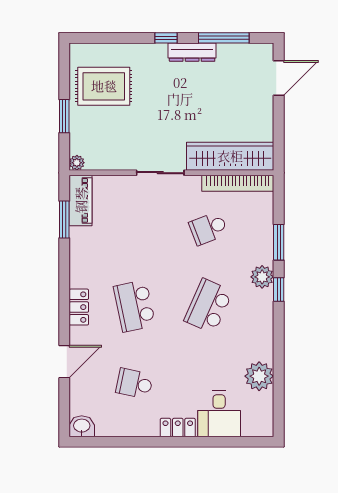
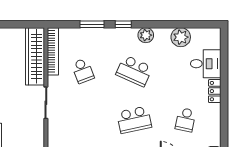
plant: (262, 277) -> (146, 35), moved

